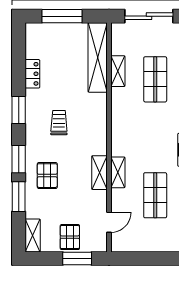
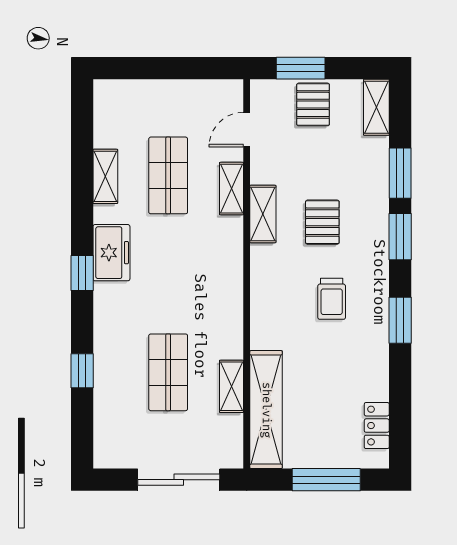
locker: (32, 74) -> (377, 426), moved
shelving: (118, 172) -> (231, 189), moved
pallet: (47, 176) -> (322, 222), moved

